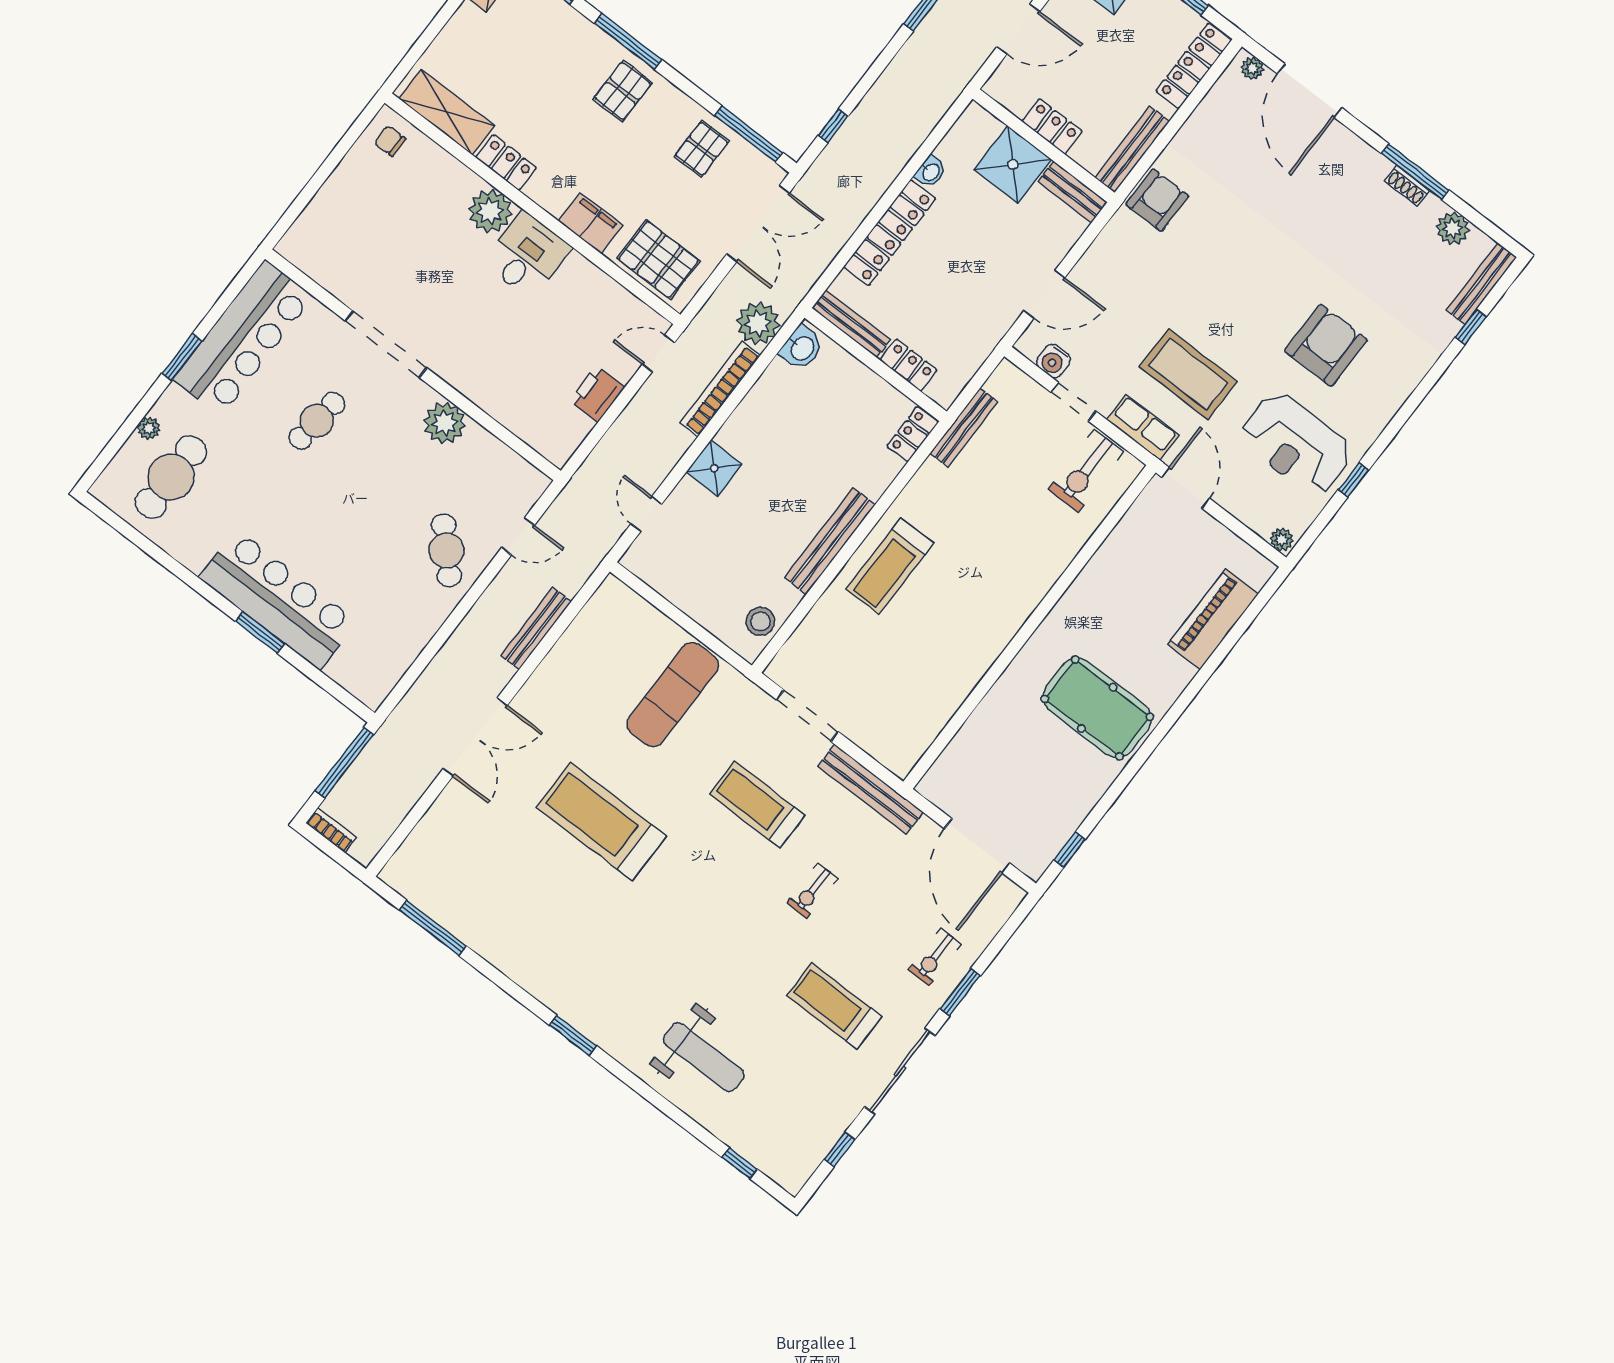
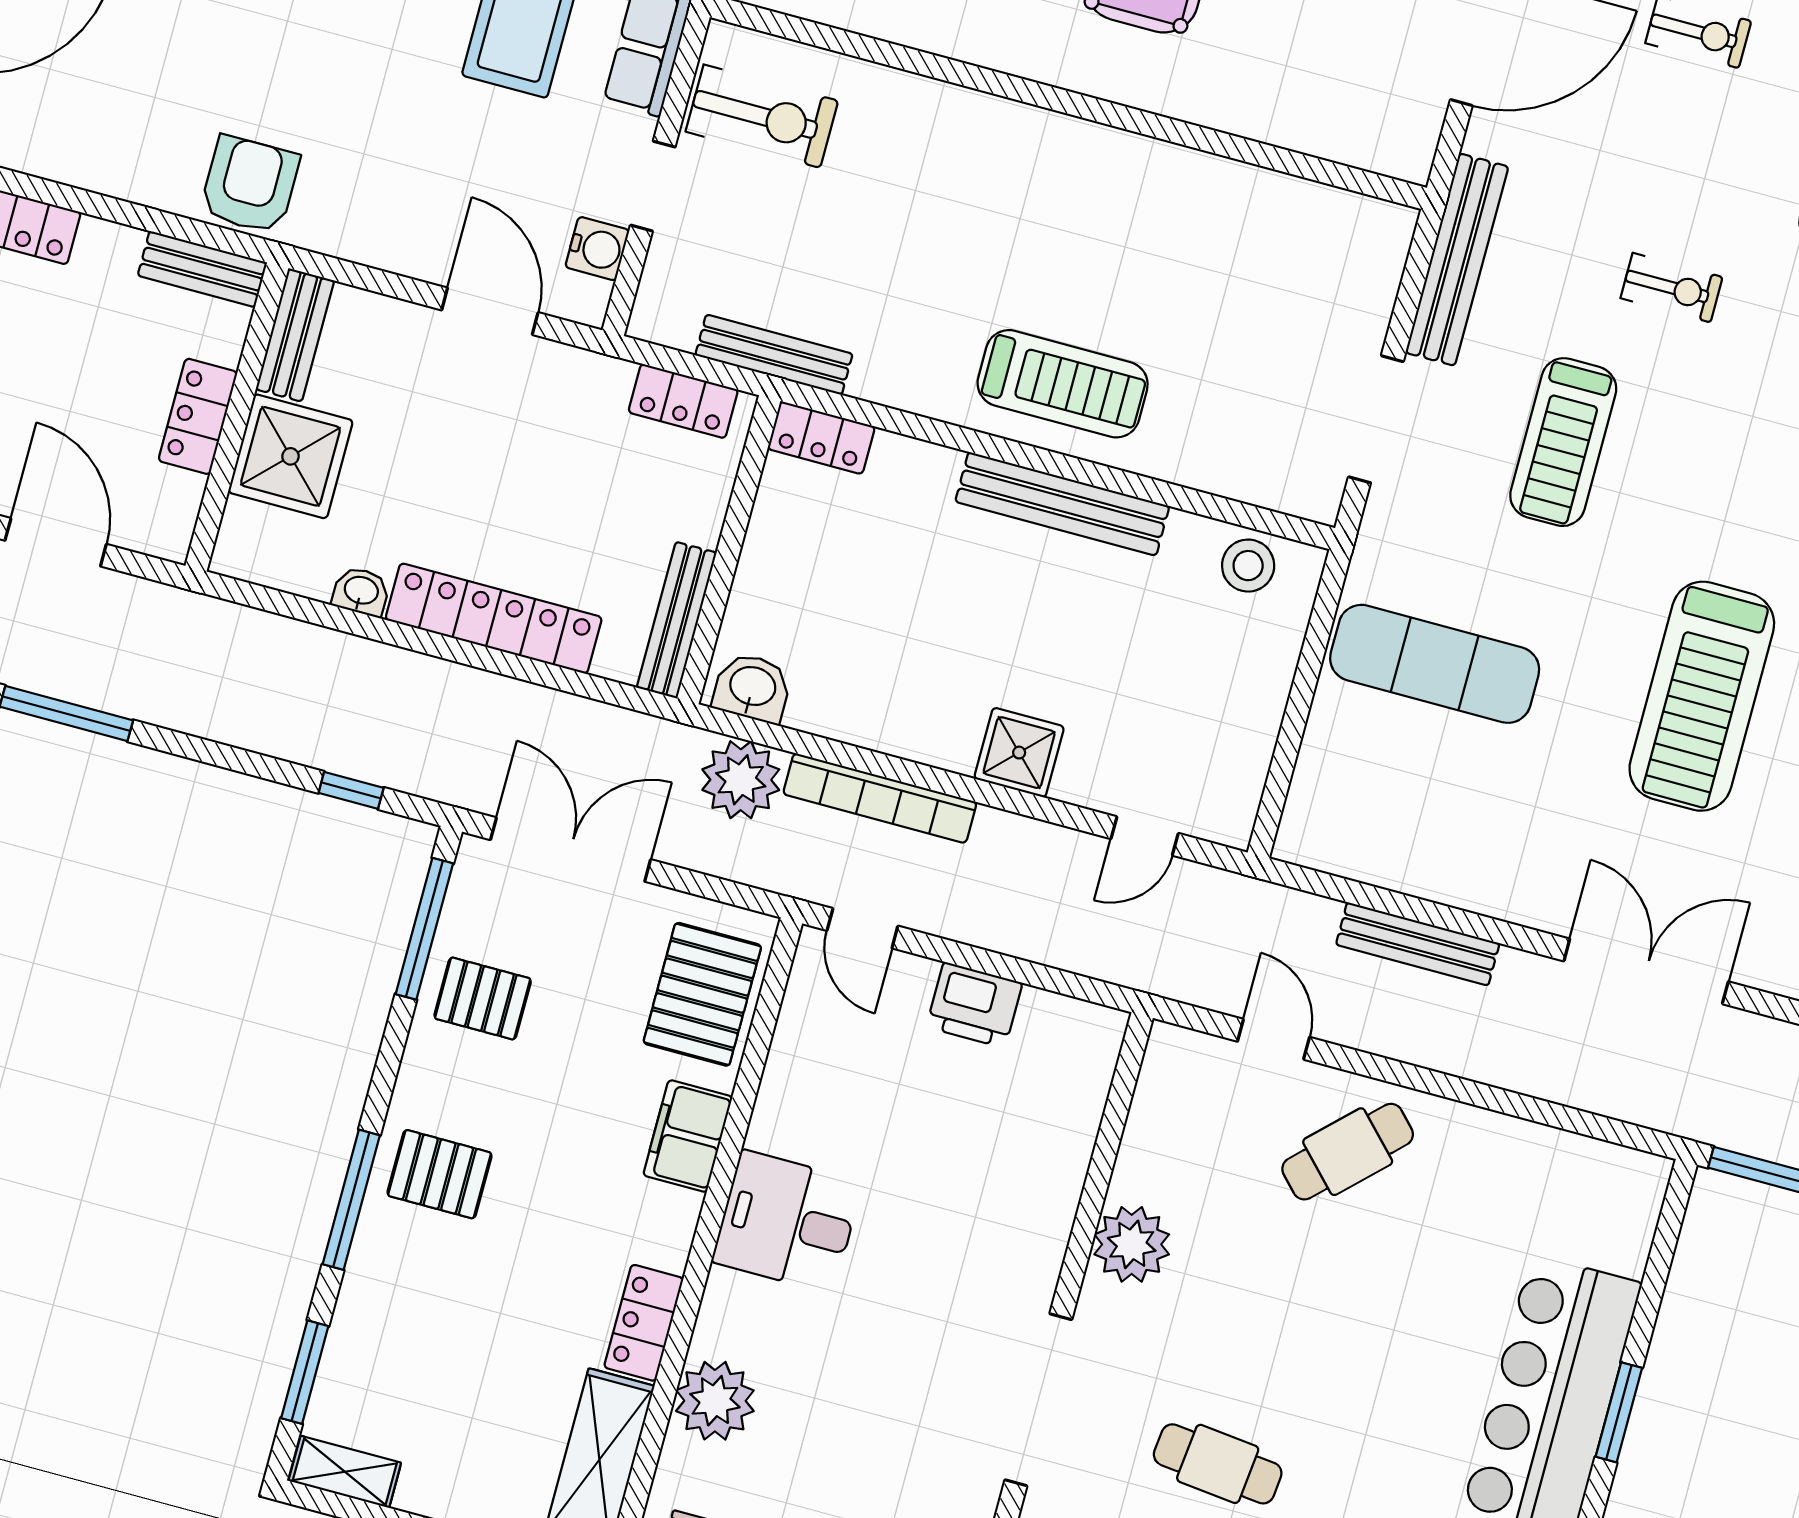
bench: (1132, 149) -> (202, 269), width x0.73
armchair: (1157, 200) -> (250, 185), turned 90
plant: (490, 211) -> (715, 1401), moved
locker: (909, 365) -> (683, 401), moved, turned -90

